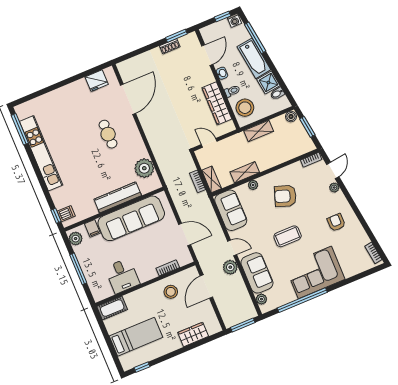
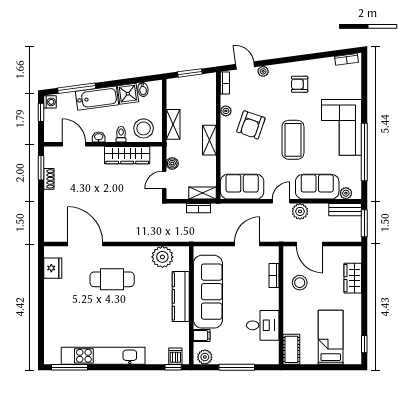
boiler: (291, 117) -> (172, 163), moved
cafe table: (108, 134) -> (112, 279), width x1.37, depth x1.35
shelving: (245, 172) -> (209, 140), moved
plant: (253, 185) -> (226, 111), moved
coffee table: (288, 236) -> (293, 140), width x1.36, depth x1.32
bench: (248, 304) -> (345, 210), added

